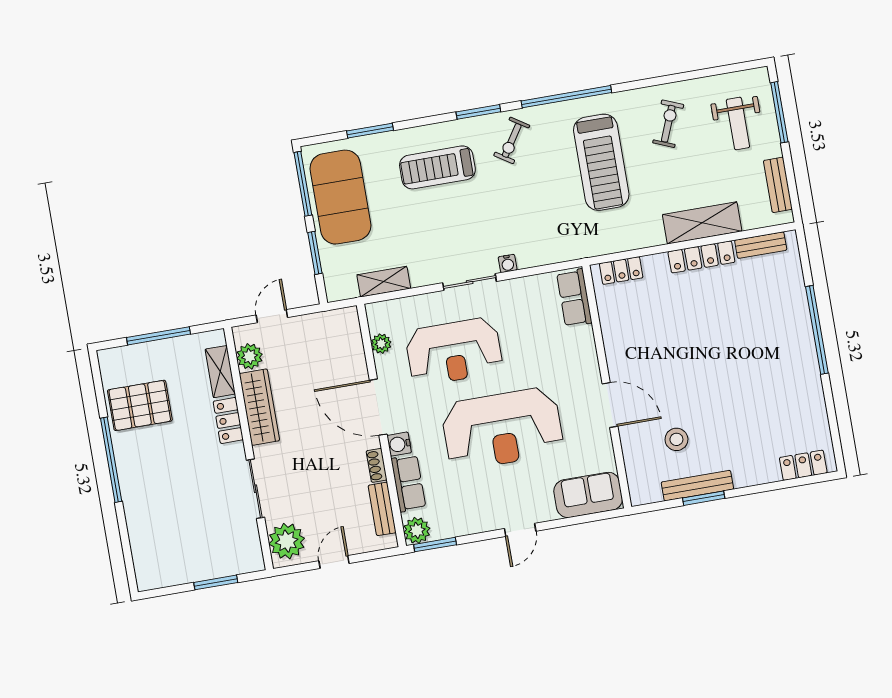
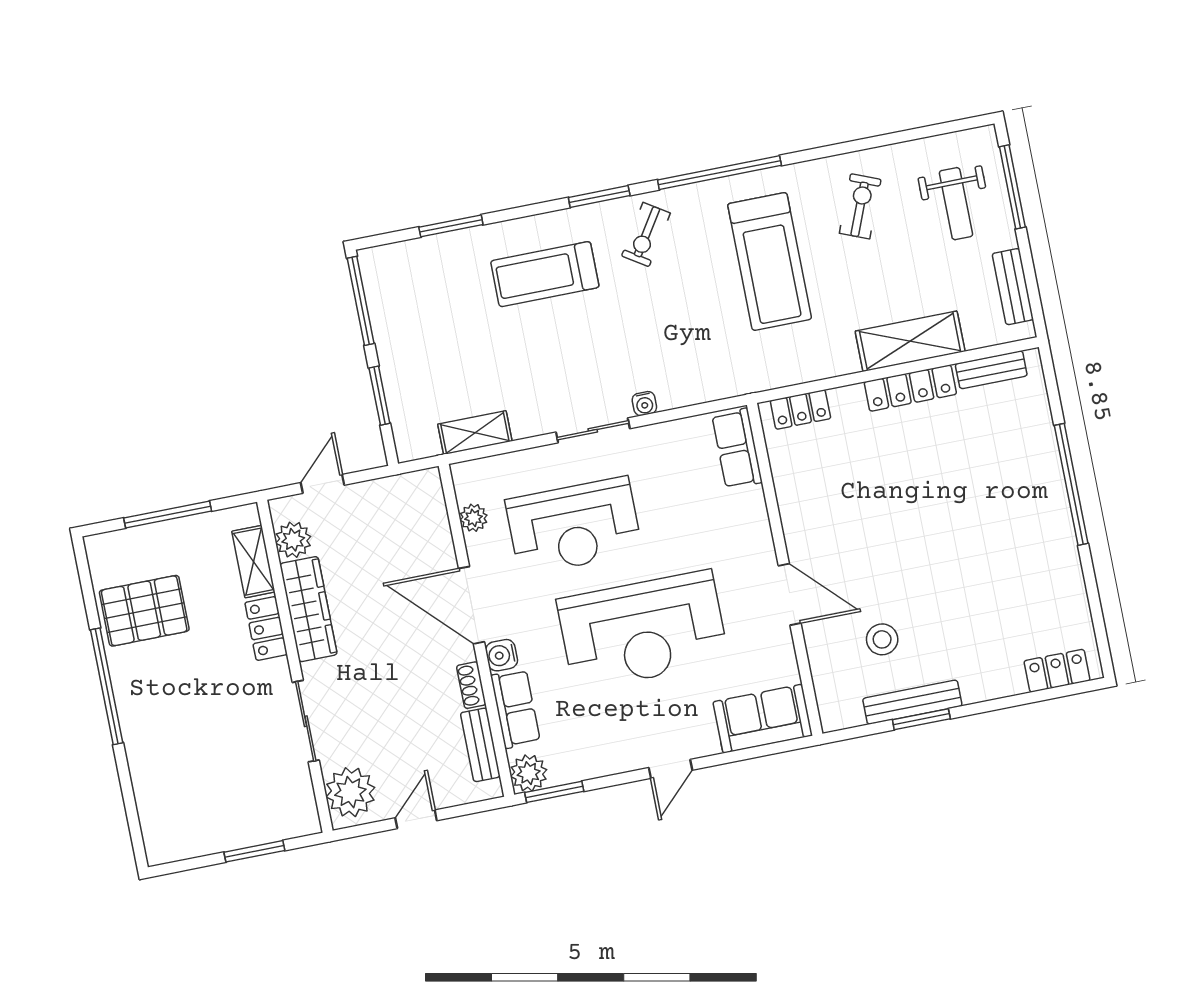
exercise mat: (340, 197) -> (413, 318), removed

